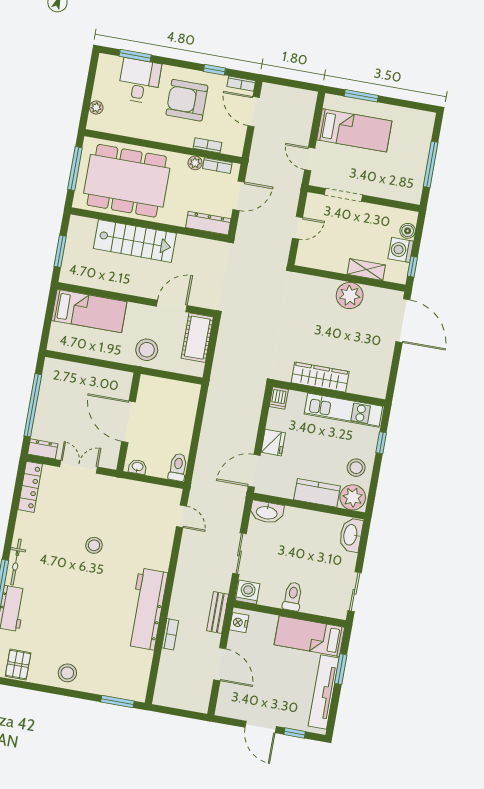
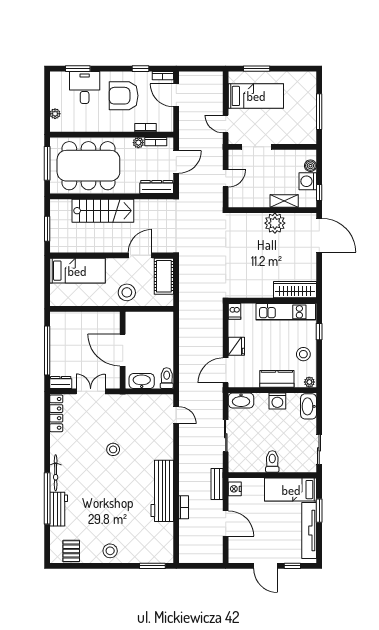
wardrobe: (320, 377) -> (295, 290), moved
washbasin: (137, 467) -> (142, 381), width x1.91, depth x1.45
plant: (353, 497) -> (309, 382), width x0.53, depth x0.53
washing machine: (248, 592) -> (277, 401), moved, turned 180

